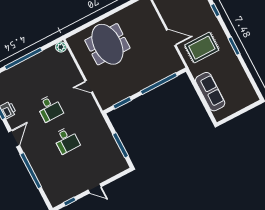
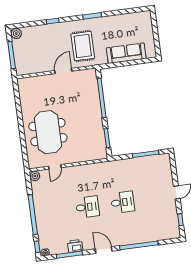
meeting table: (107, 44) -> (48, 132), turned 90
door: (89, 86) -> (55, 167), moved

